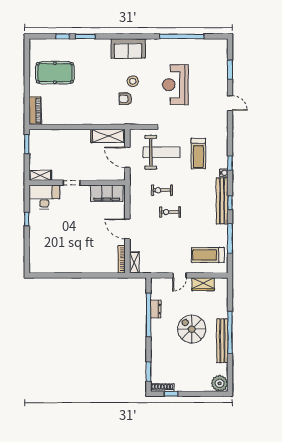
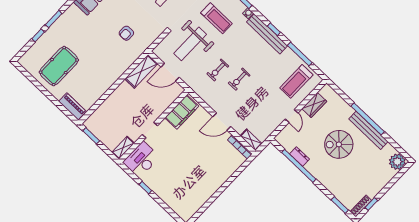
stool: (133, 81) -> (119, 16), removed
weight bench: (162, 152) -> (190, 44), turned 180

